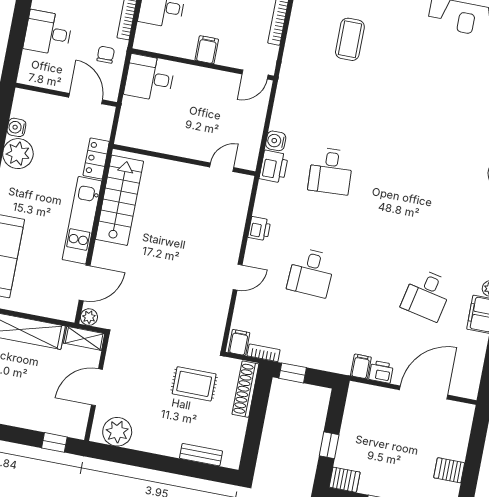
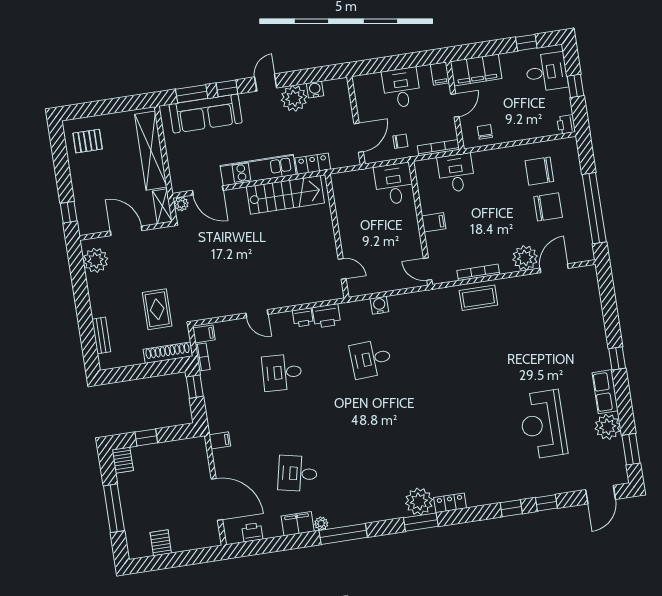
coffee table: (350, 39) -> (478, 298), moved
printer: (274, 167) -> (326, 316), moved
printer: (381, 372) -> (252, 532), moved, turned -90

